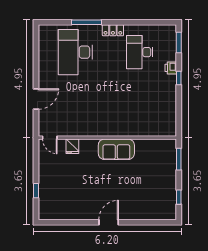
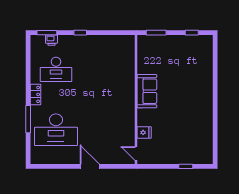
printer: (171, 68) -> (51, 40), moved
door: (36, 99) -> (90, 166), moved
door: (50, 138) -> (136, 153), swing flipped
door: (109, 222) -> (215, 98), removed

